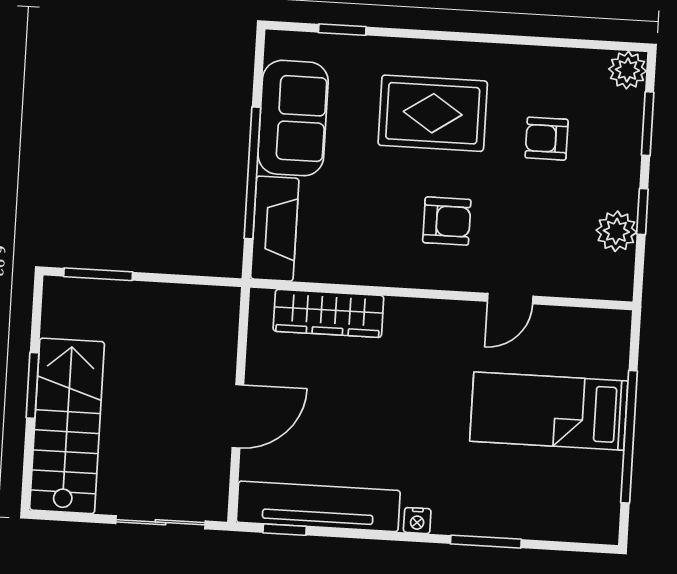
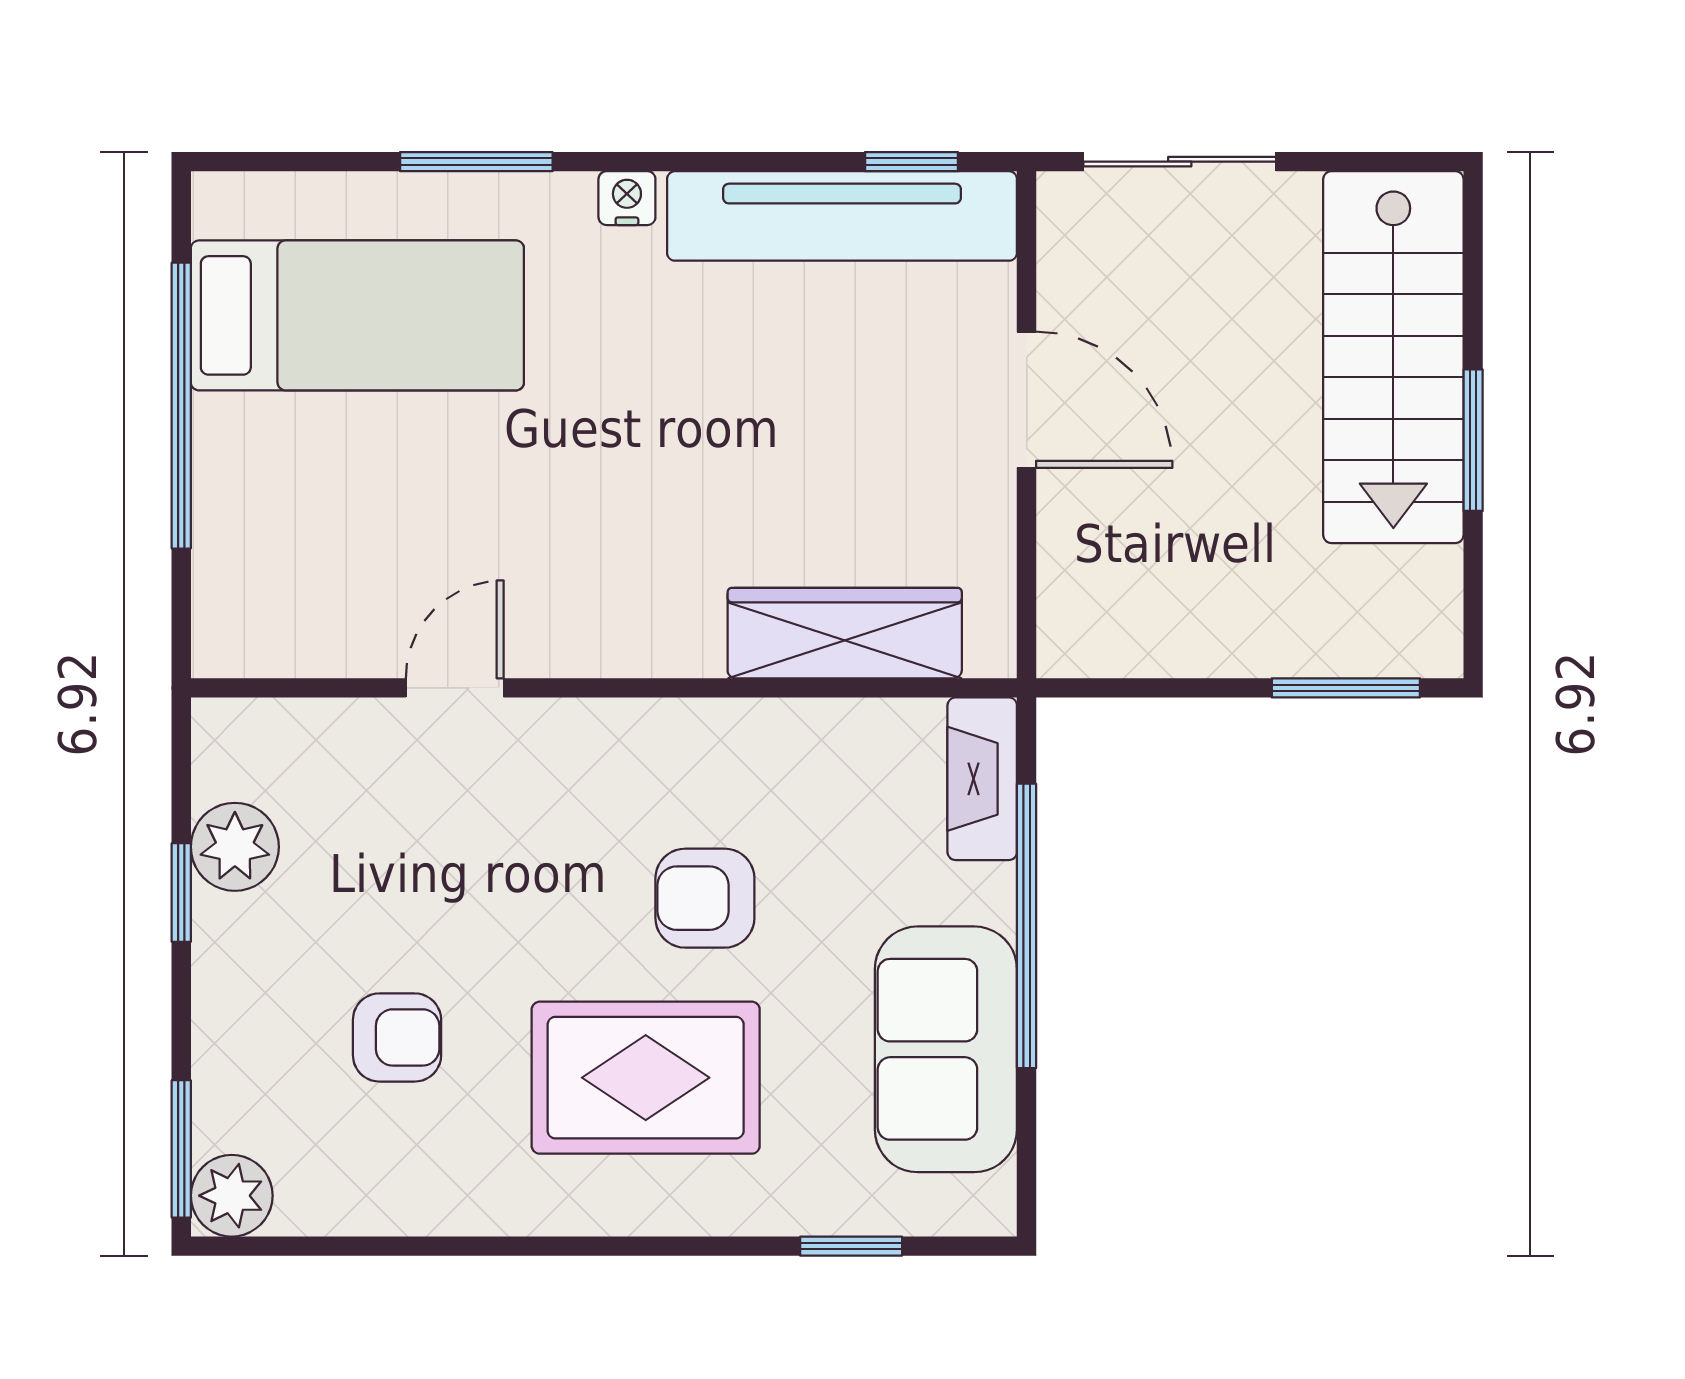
window: (648, 124) -> (181, 1149), moved
armchair: (447, 221) -> (705, 898), moved
fireplace: (275, 229) -> (982, 779), width x0.73, depth x0.76
bed: (549, 411) -> (357, 315), moved
door: (238, 416) -> (1027, 400), swing flipped

